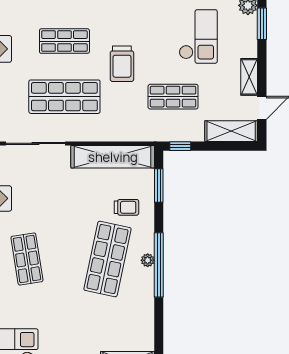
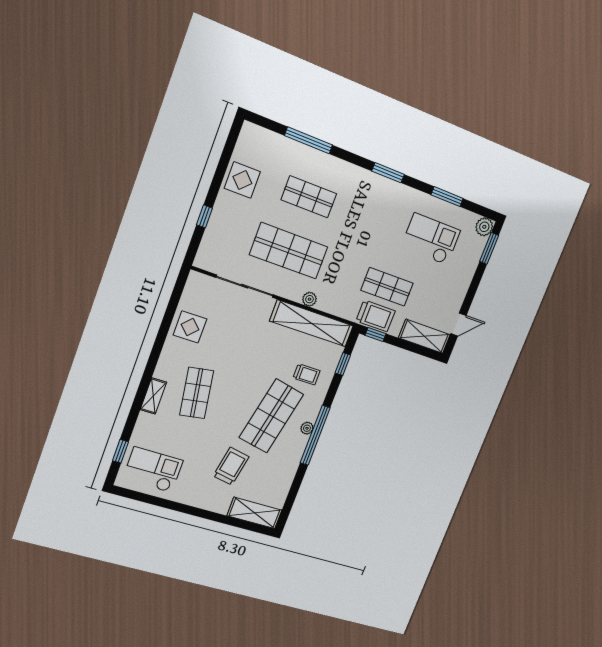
checkout: (198, 36) -> (431, 239), turned -90
trolley: (122, 64) -> (376, 316), moved, turned -90
shelving: (249, 77) -> (459, 293), removed
plant: (101, 134) -> (310, 299), added
window: (159, 186) -> (343, 364), width x0.67
trolley: (86, 321) -> (231, 466), added

